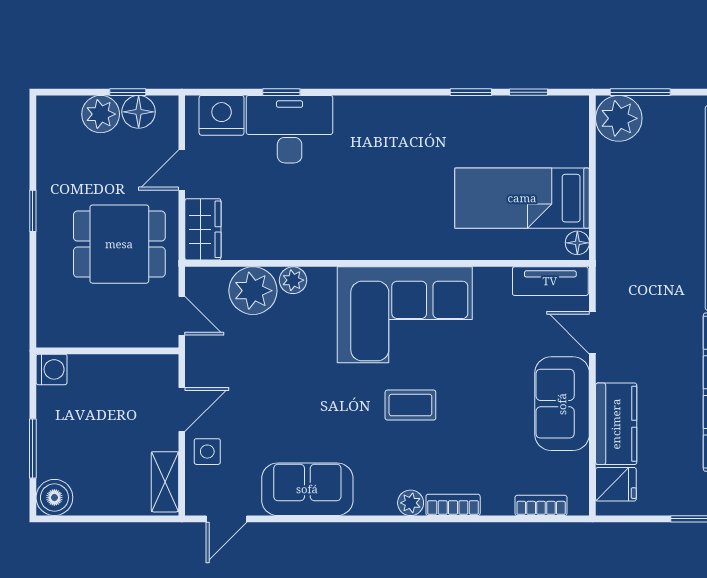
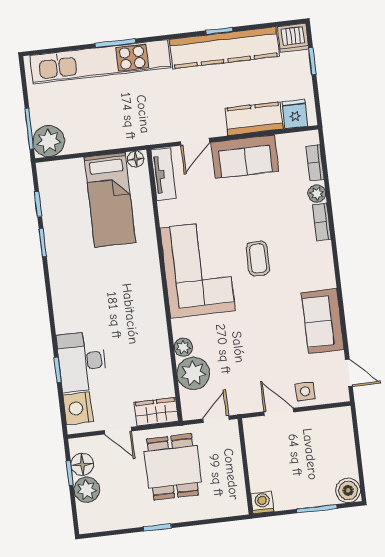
shelving: (165, 482) -> (329, 417), removed
plant: (411, 503) -> (317, 194), moved

